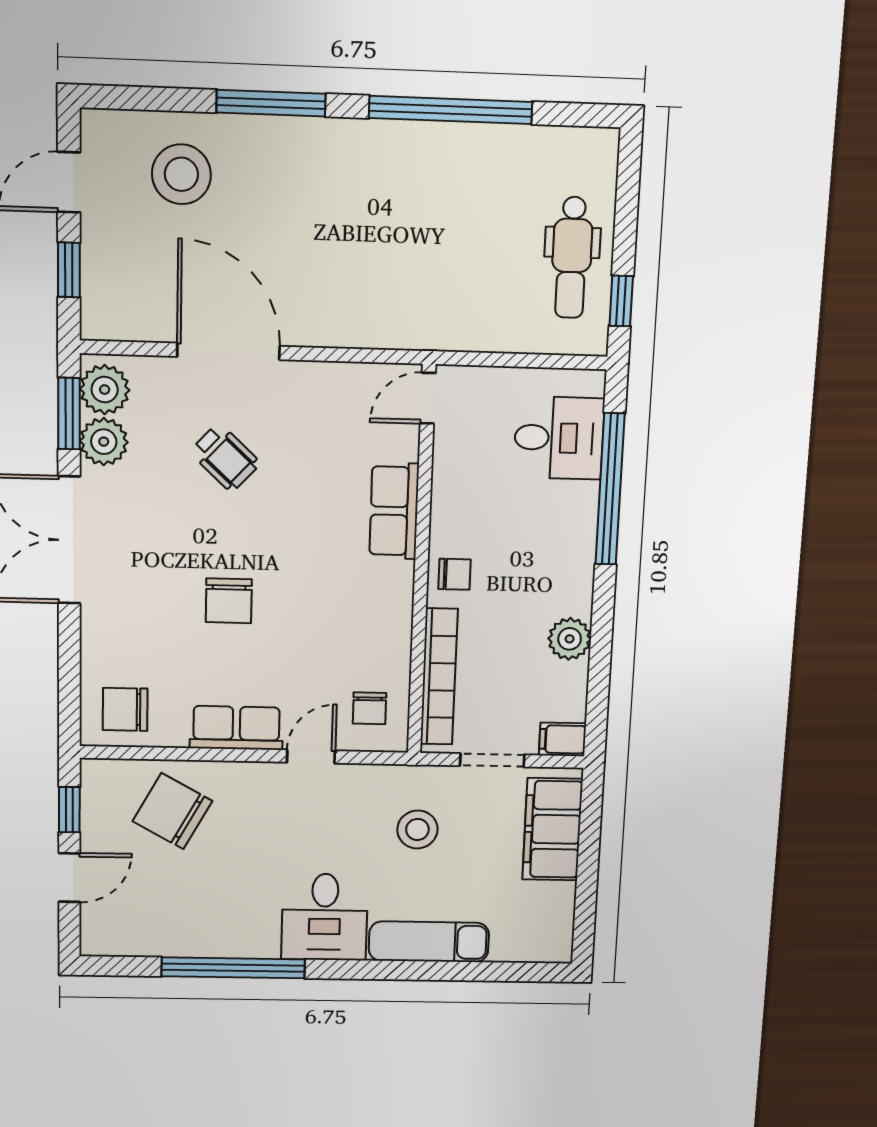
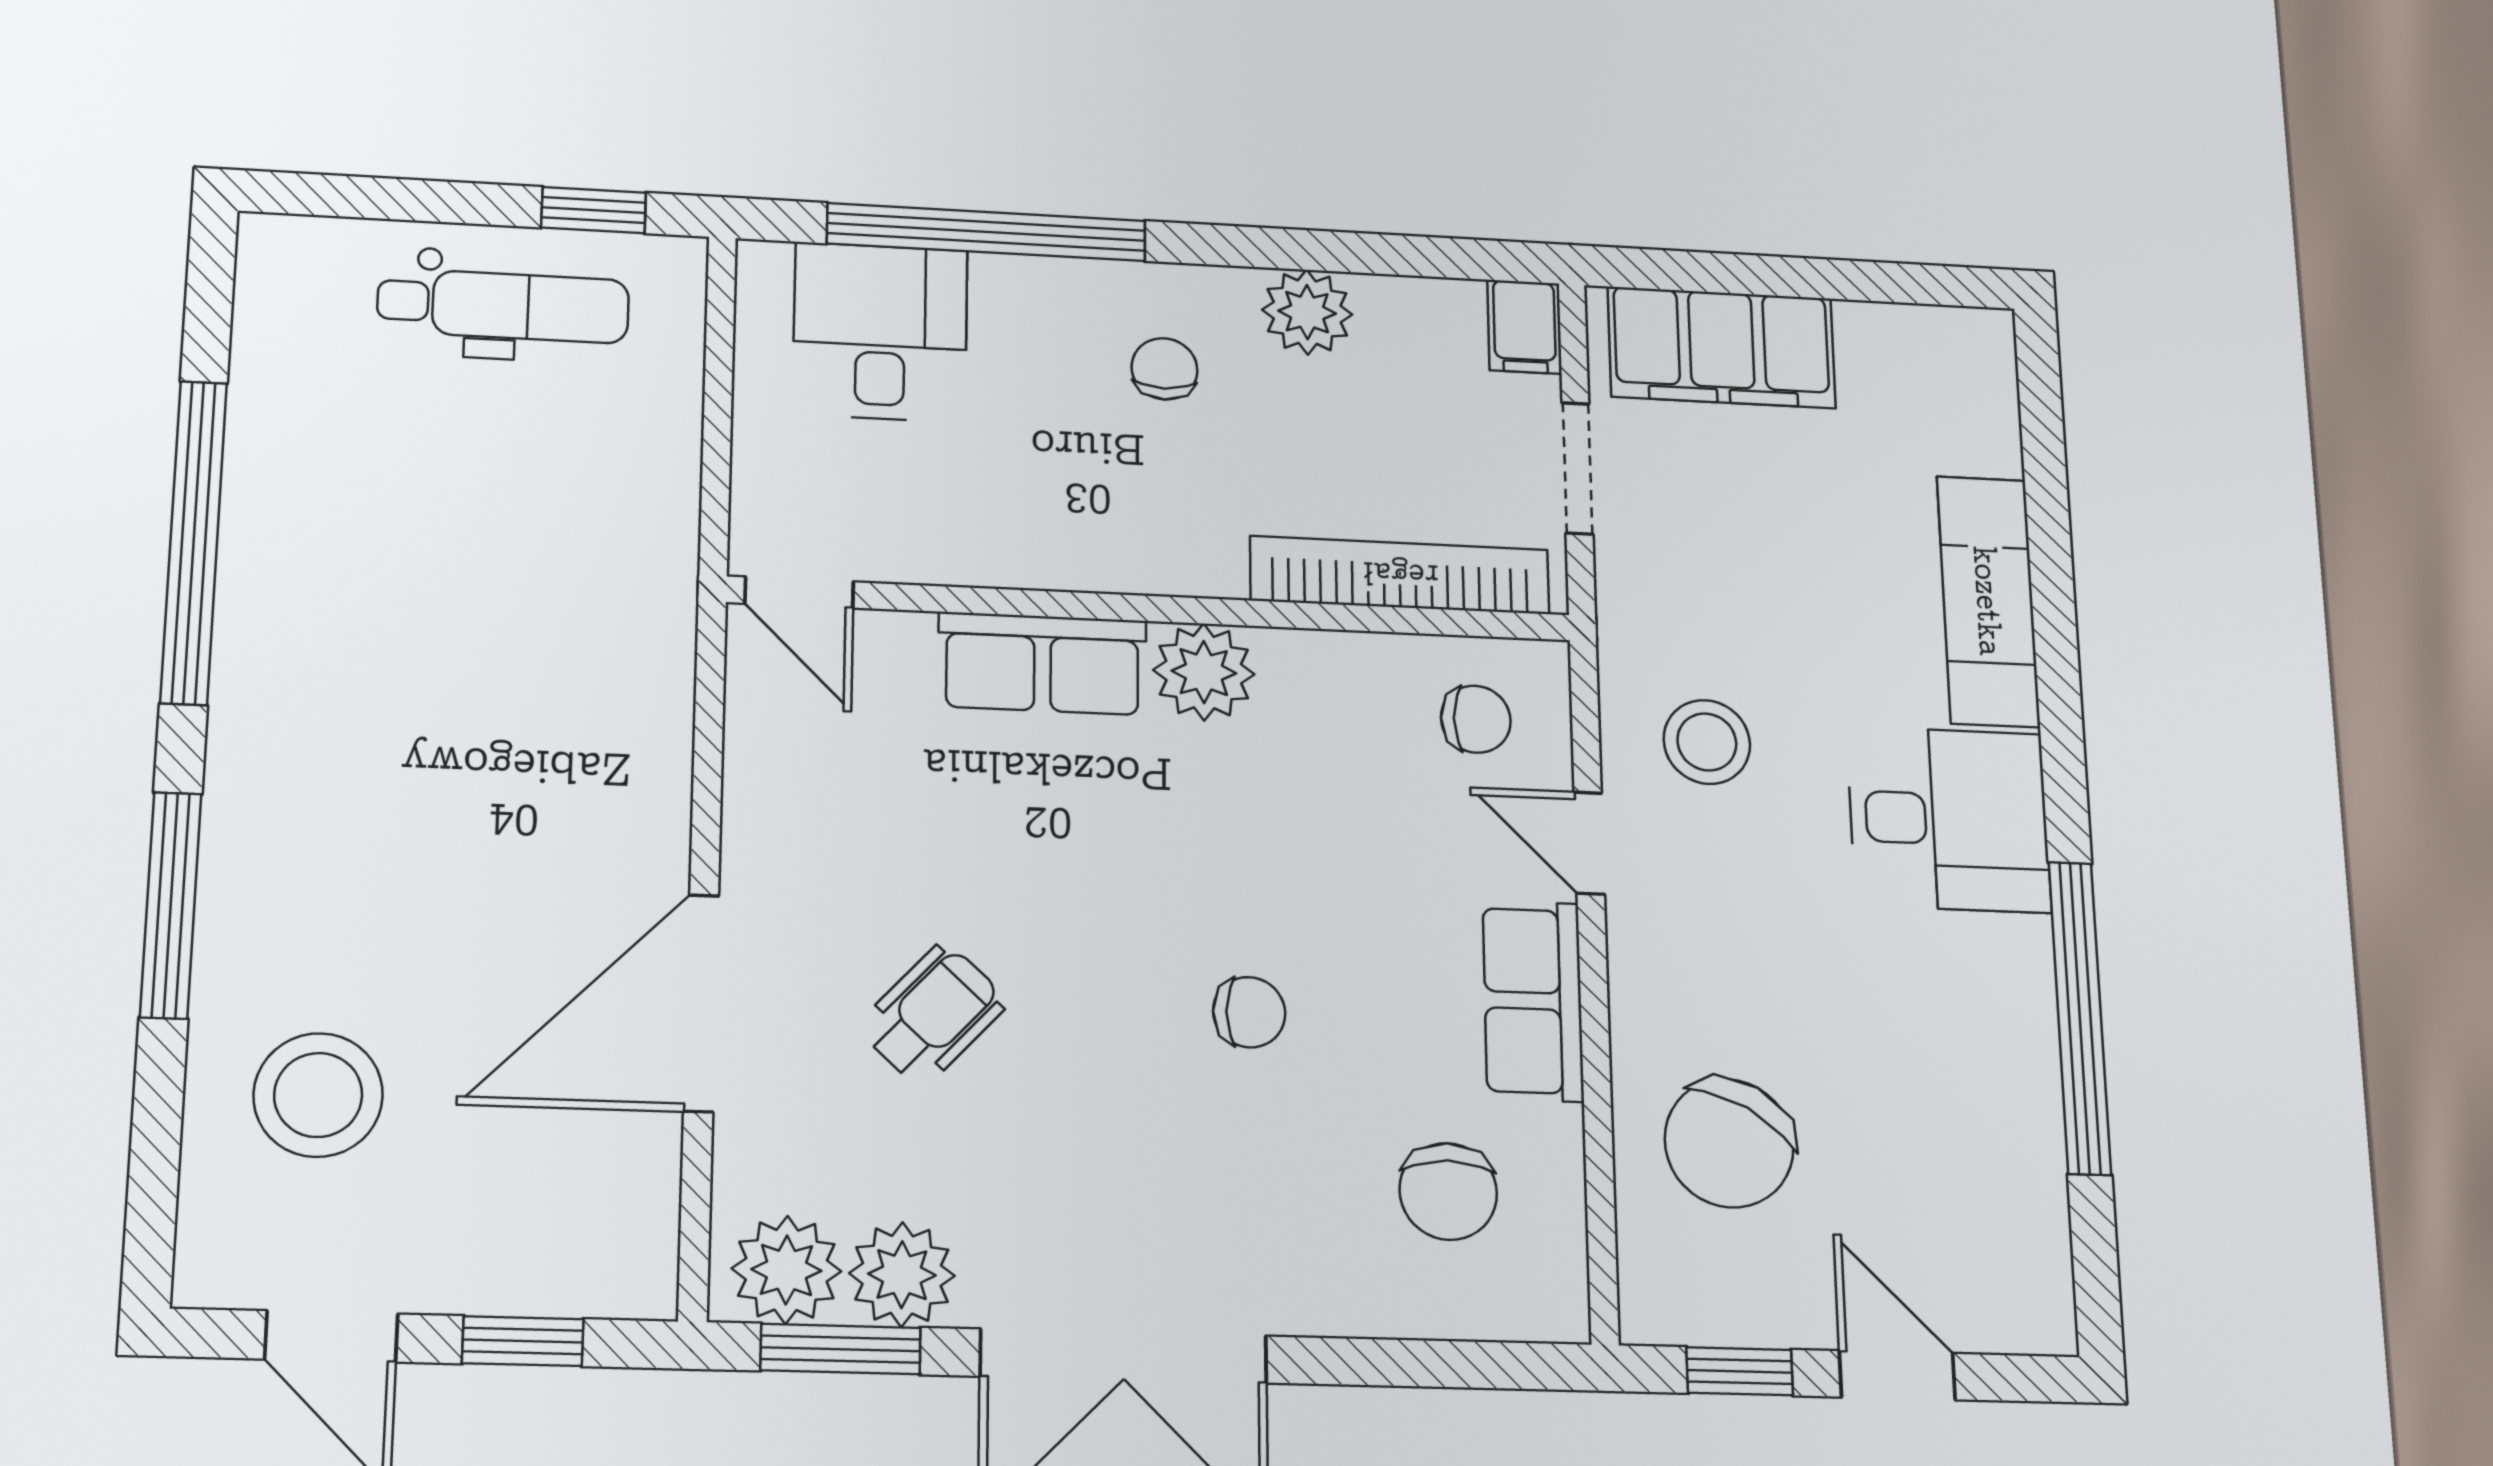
chair: (454, 574) -> (1164, 369), moved
plant: (391, 585) -> (1204, 672), added
chair: (229, 601) -> (1249, 1012), width x0.73, depth x0.73
chair: (125, 709) -> (1448, 1191), moved
stool: (417, 829) -> (1707, 742), moved

